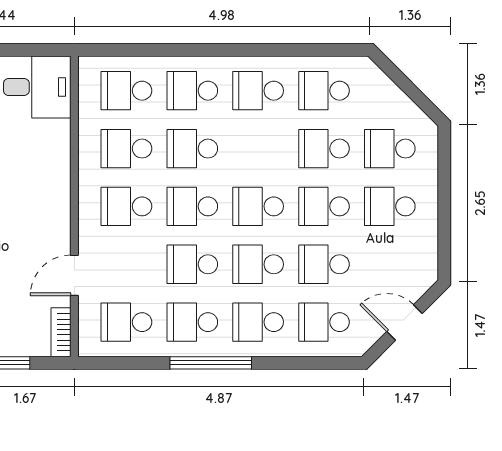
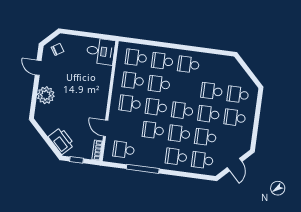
school desk: (324, 91) -> (215, 68), removed
door: (74, 275) -> (106, 128), hinge flipped
school desk: (192, 322) -> (150, 153), removed
door: (404, 323) -> (235, 165), swing flipped
window: (211, 363) -> (143, 169), moved

